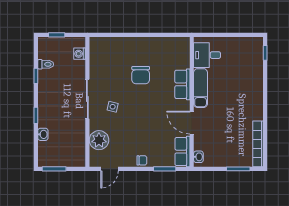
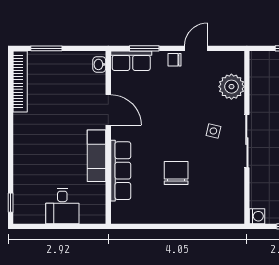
washing machine: (80, 54) -> (257, 216), moved
desk: (207, 55) -> (62, 206), moved, turned 90
row of seats: (182, 84) -> (121, 171), width x1.48
row of seats: (182, 152) -> (131, 61), moved, turned 90
door: (109, 169) -> (196, 48), moved

